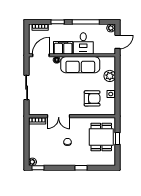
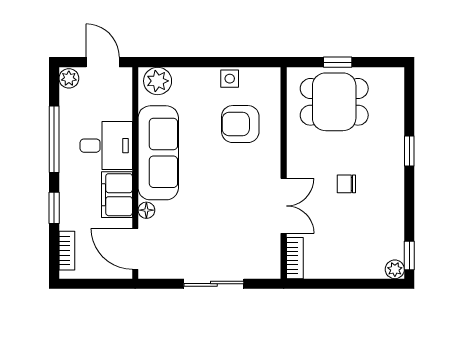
plant: (110, 76) -> (158, 81), moved
armchair: (92, 98) -> (240, 124), turned -90

